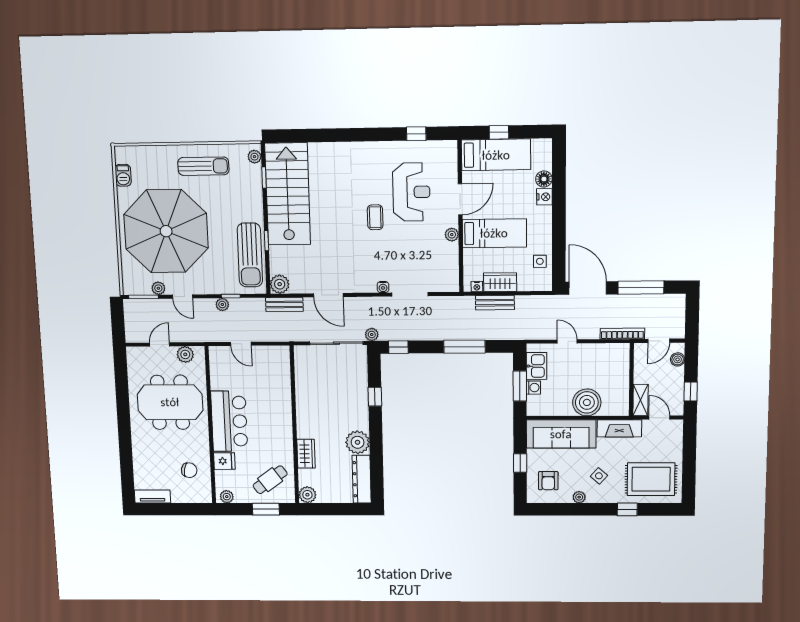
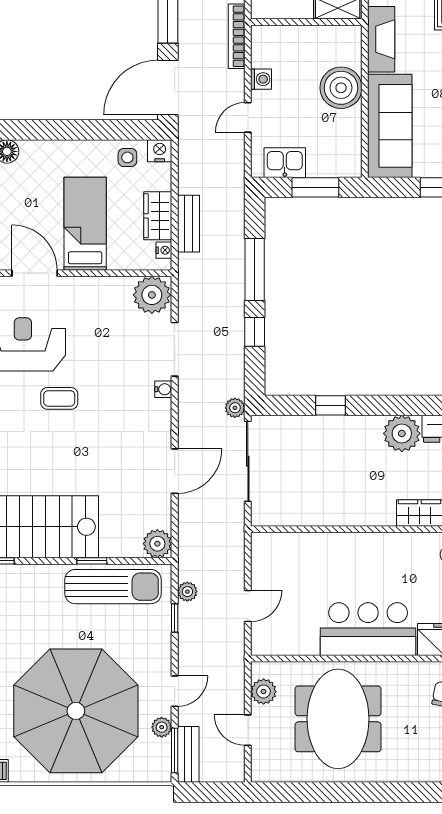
nightstand: (544, 197) -> (160, 151), moved
plant: (452, 235) -> (152, 295), moved, width x1.88, depth x1.88
plant: (222, 305) -> (187, 592), moved
bench: (284, 305) -> (188, 754), moved
window: (398, 347) -> (255, 332), moved
washing machine: (533, 388) -> (261, 79), moved, turned 90

